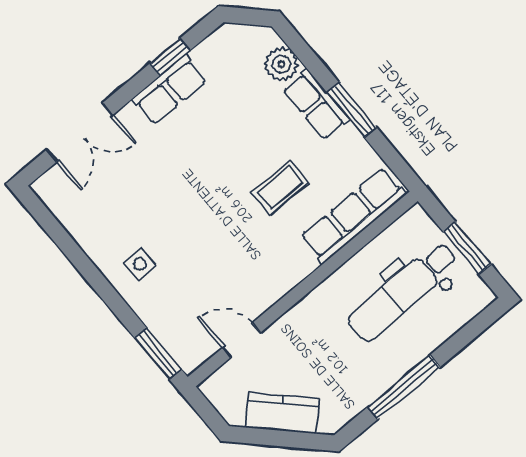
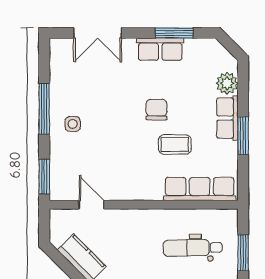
window: (170, 57) -> (174, 33), width x1.50
chair: (224, 165) -> (156, 110), added
window: (91, 274) -> (44, 109), added
dental chair: (403, 292) -> (193, 248), width x0.73, depth x0.72

